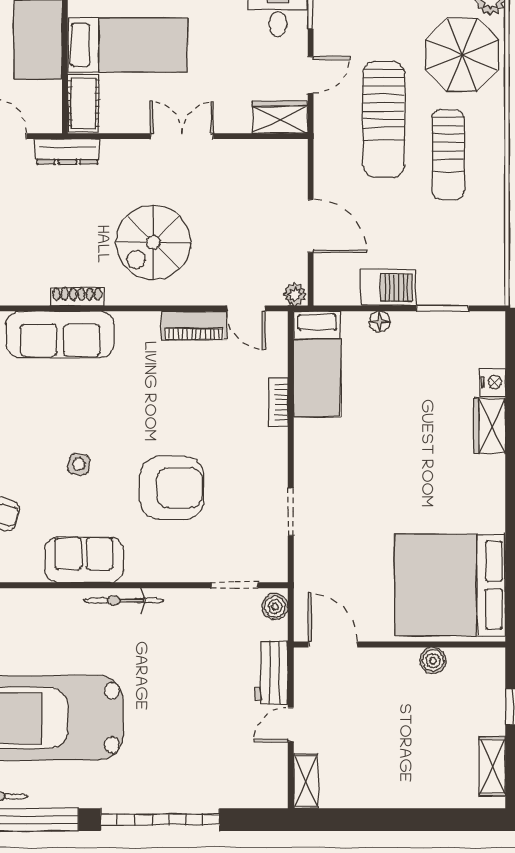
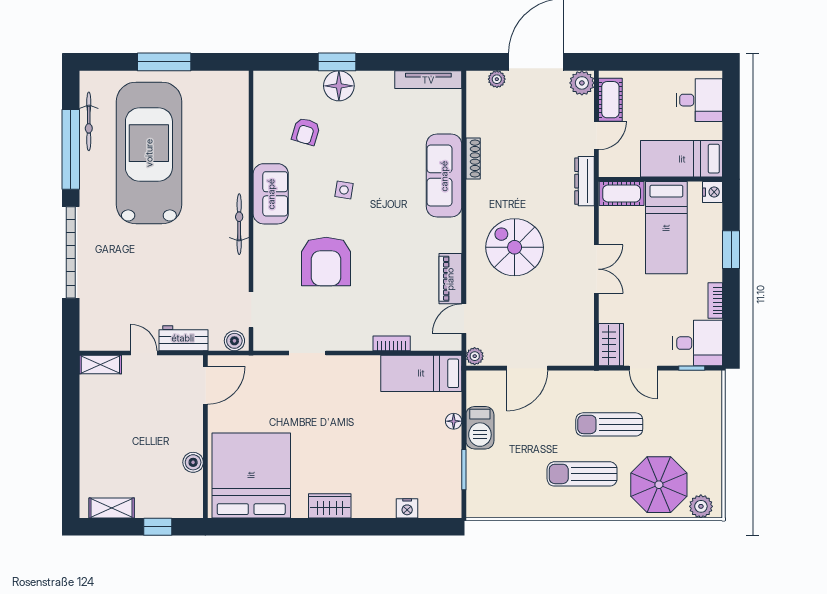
sun lounger: (384, 119) -> (609, 424), width x0.73, depth x0.75
shoe rack: (77, 296) -> (473, 158), moved
wardrobe: (490, 426) -> (330, 506), moved

